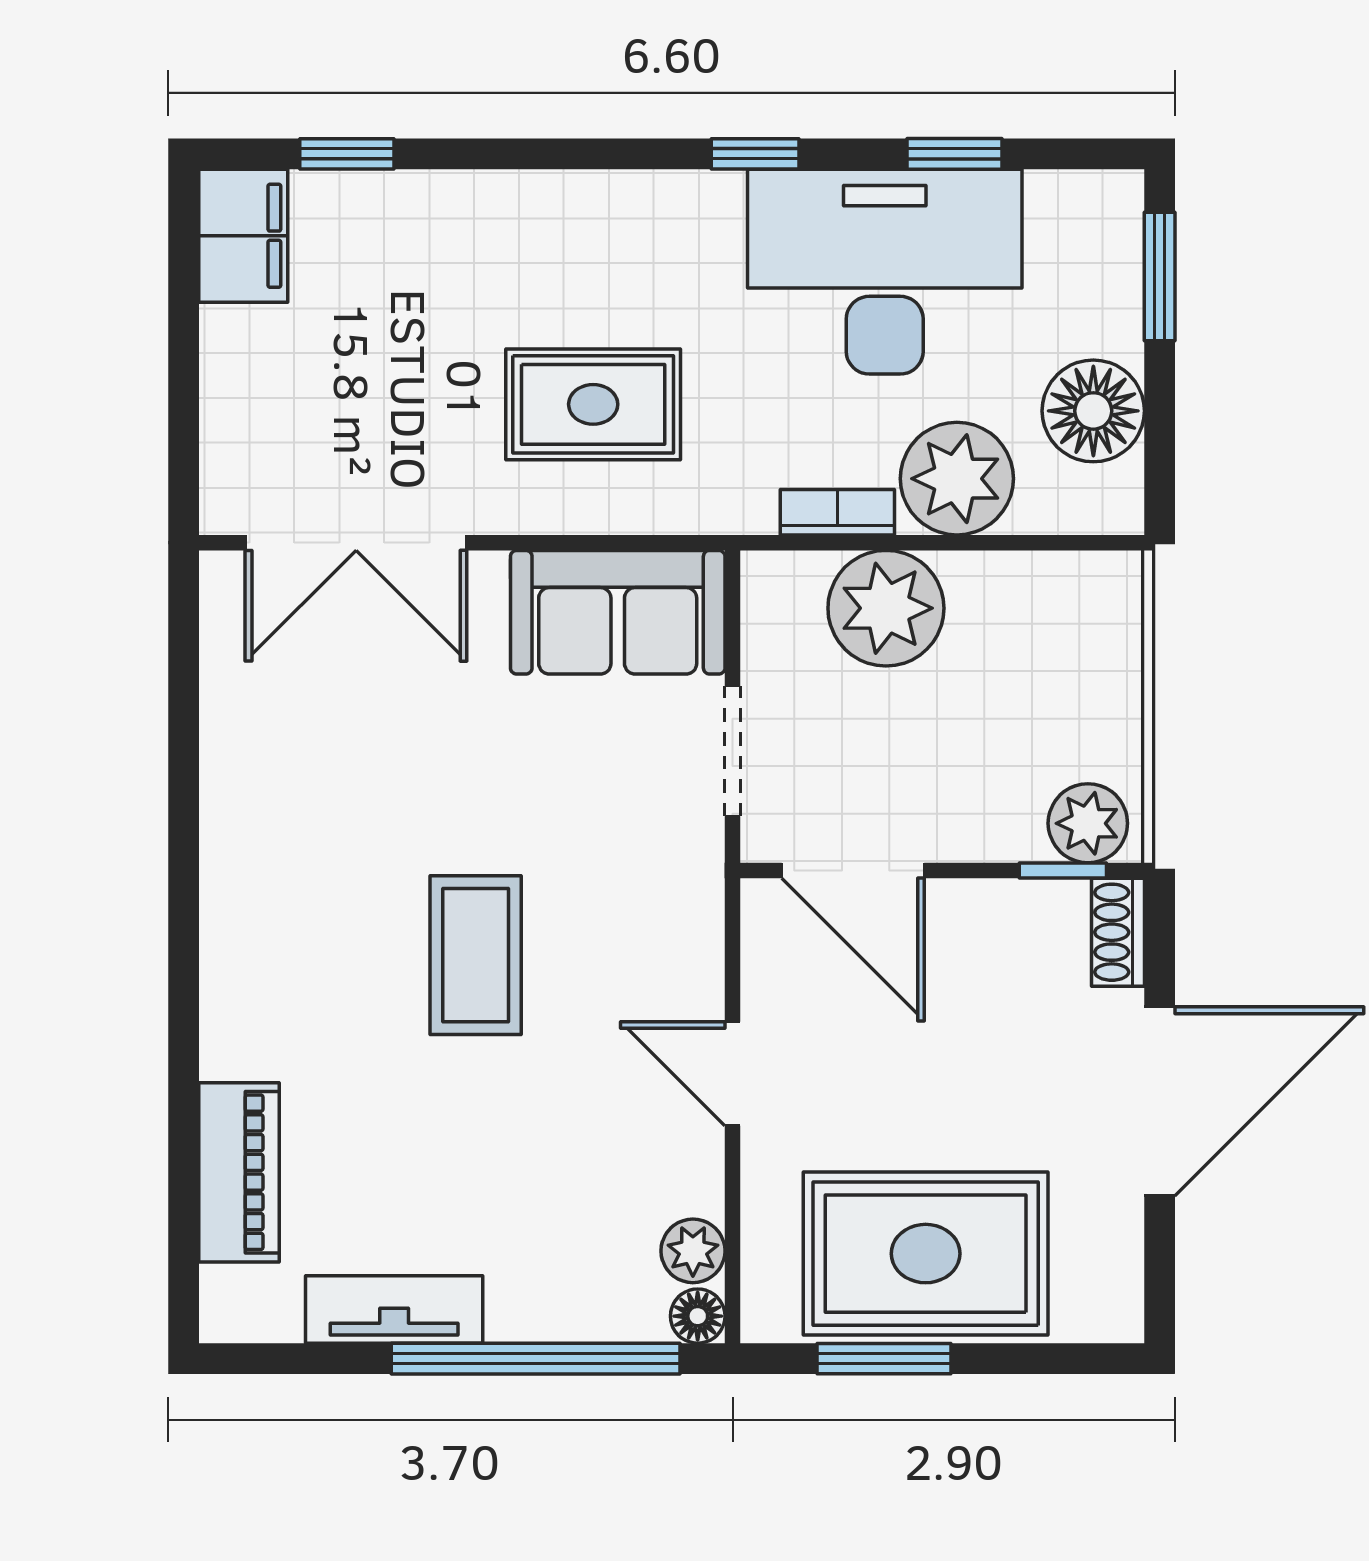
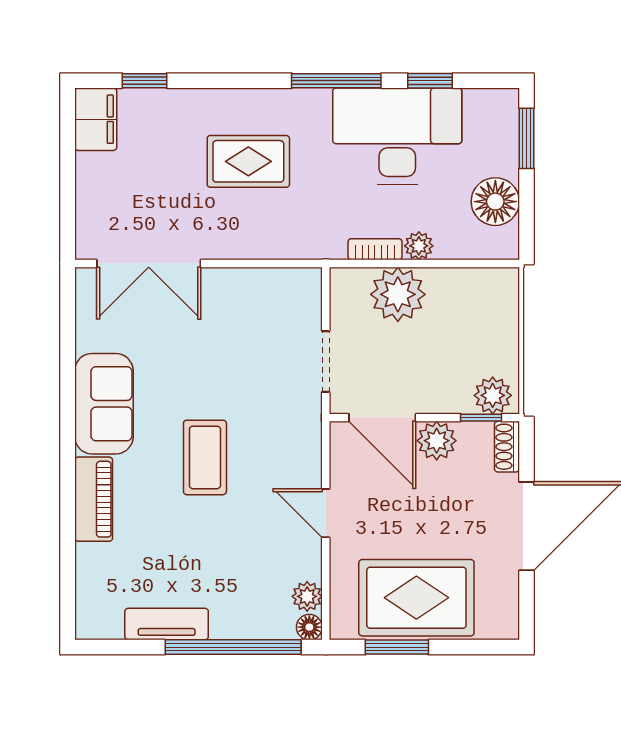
window: (755, 154) -> (336, 81), width x2.17
rug: (593, 404) -> (248, 161), moved
plant: (957, 479) -> (419, 246), width x0.53, depth x0.53
sofa: (618, 612) -> (104, 404), moved, turned -90
plant: (969, 920) -> (437, 441), added
piano: (239, 1172) -> (94, 499), moved

